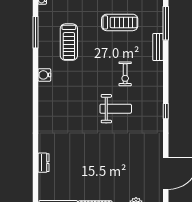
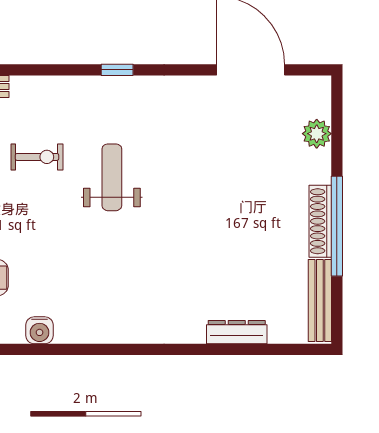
dresser: (43, 163) -> (237, 332), width x1.44

